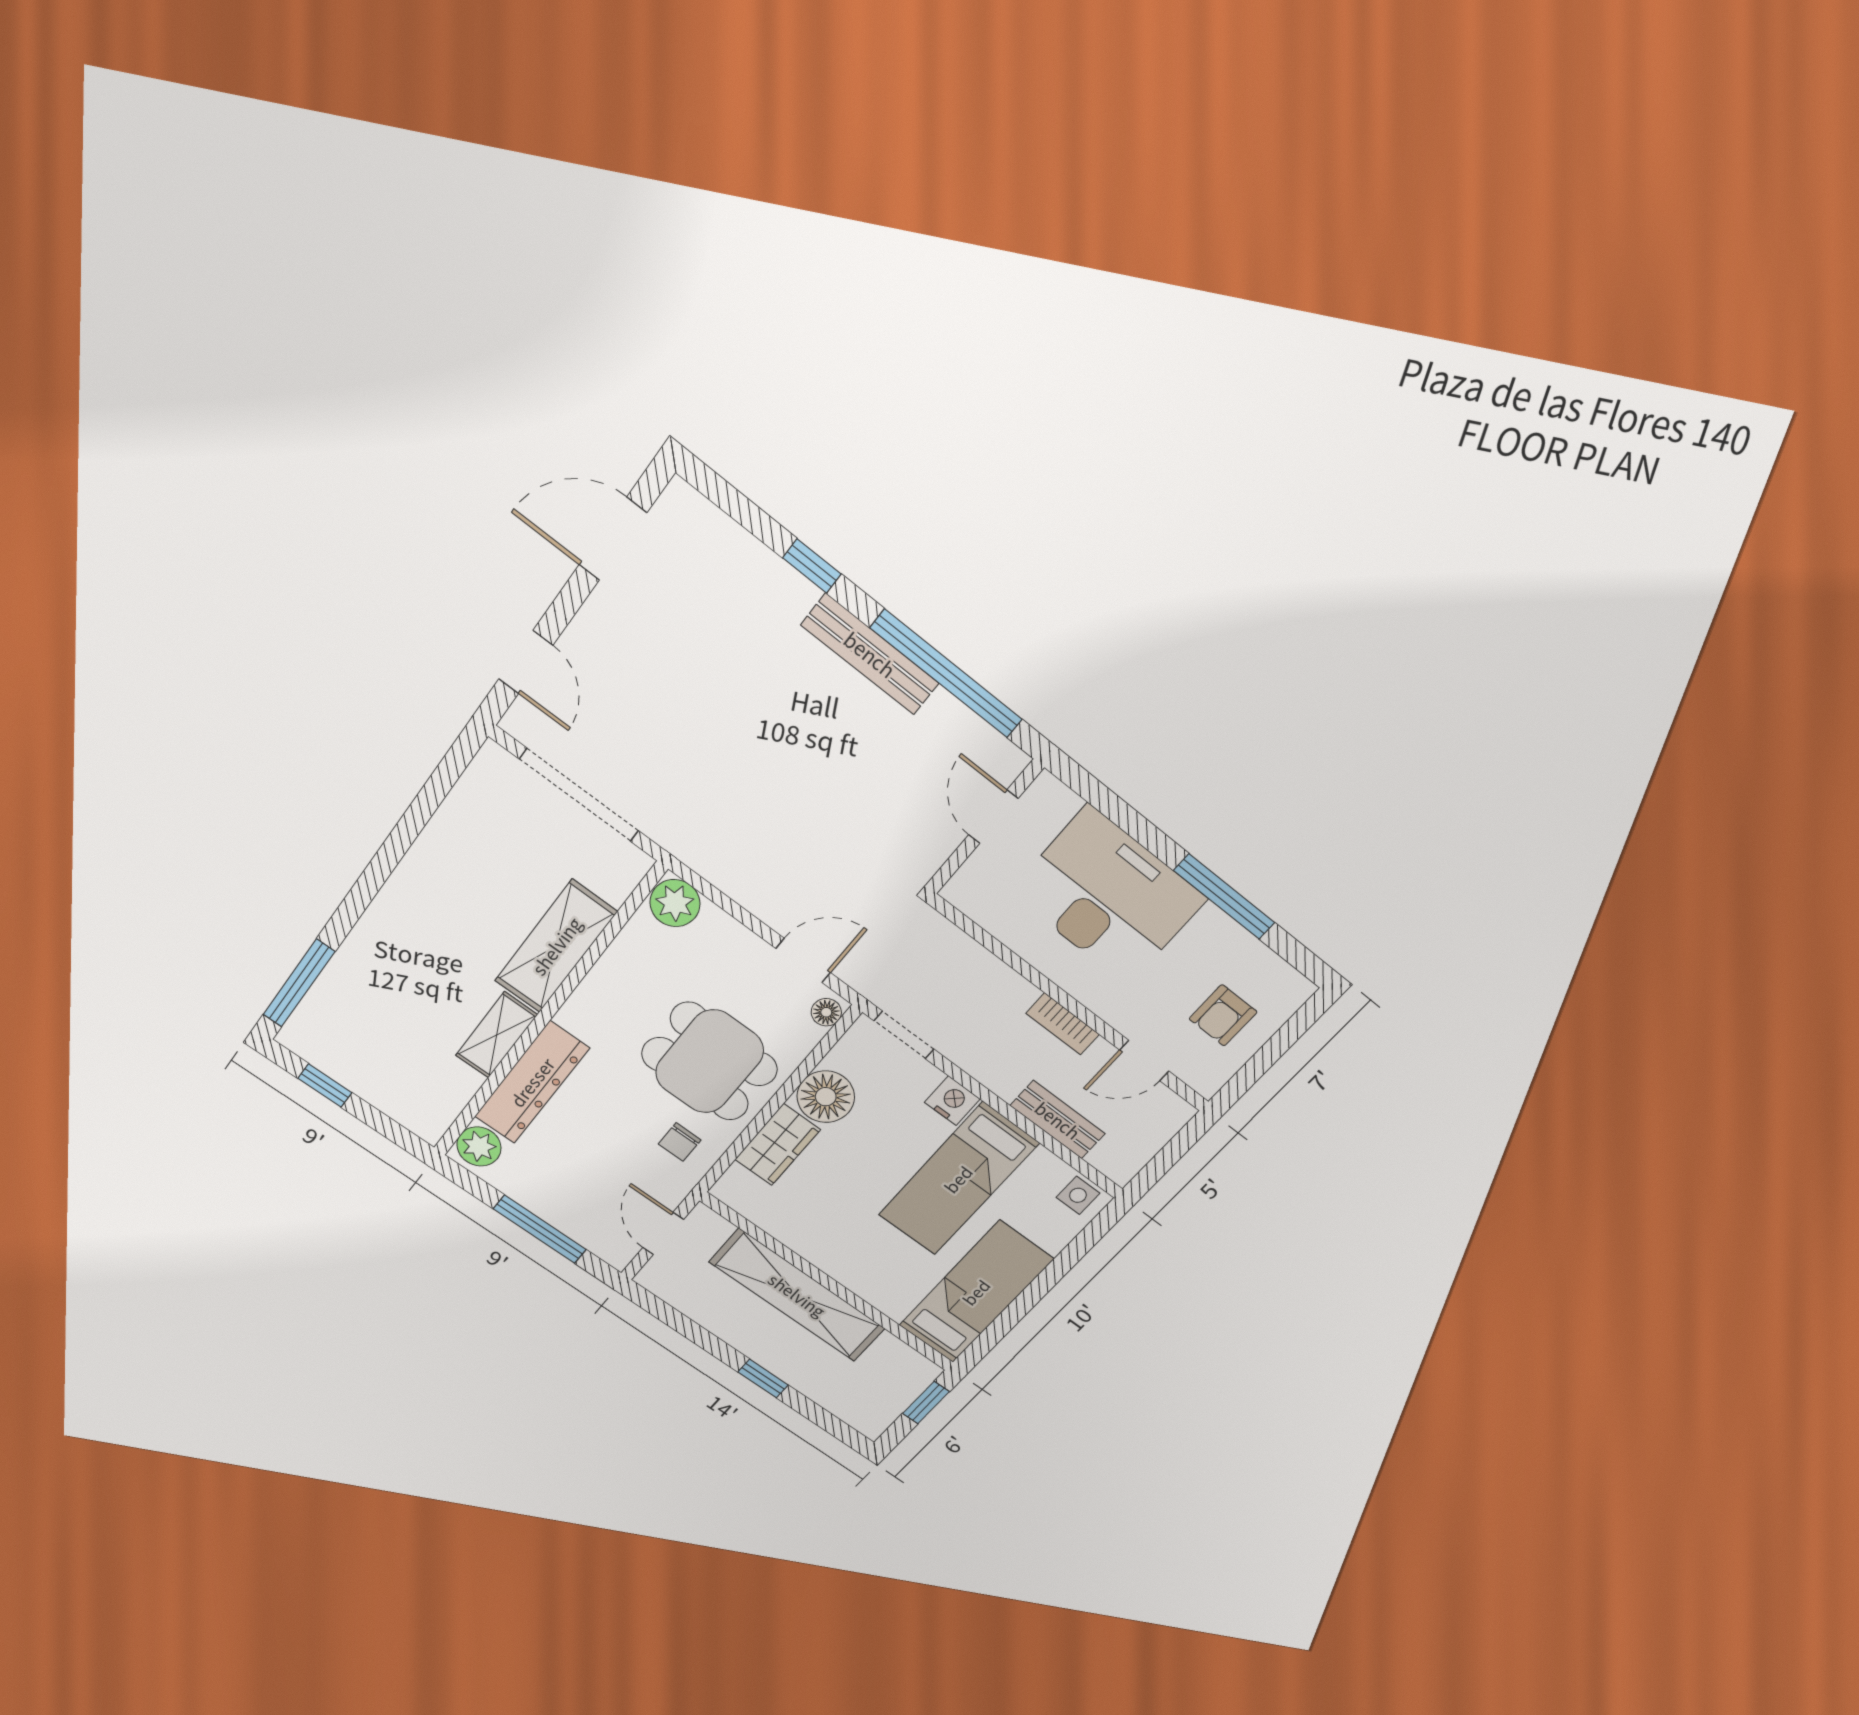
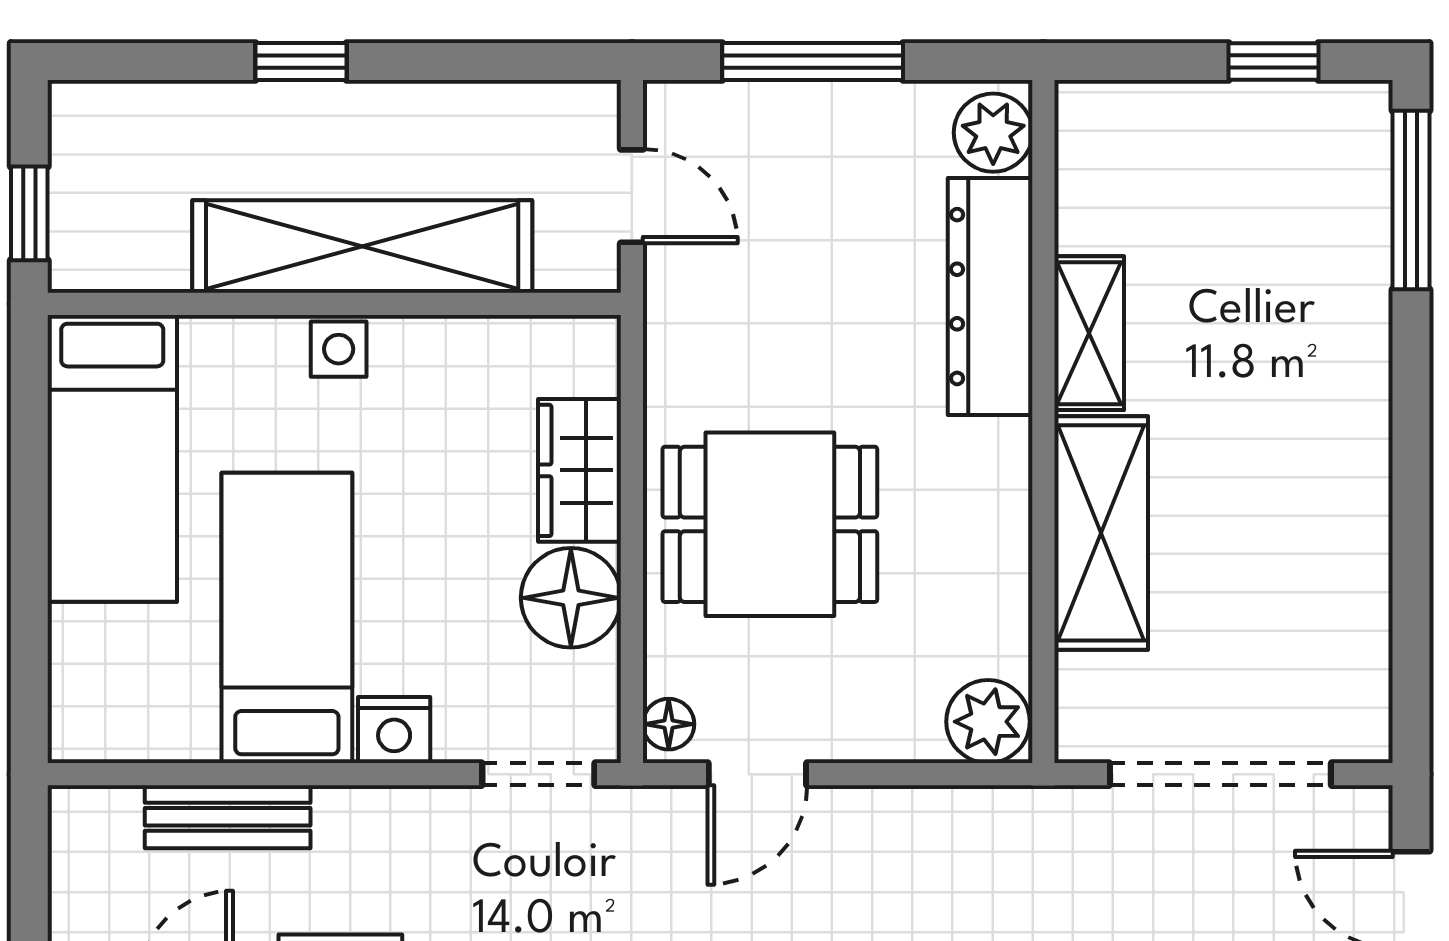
chair: (680, 1142) -> (718, 366), removed
side table: (1078, 1195) -> (339, 349), moved

